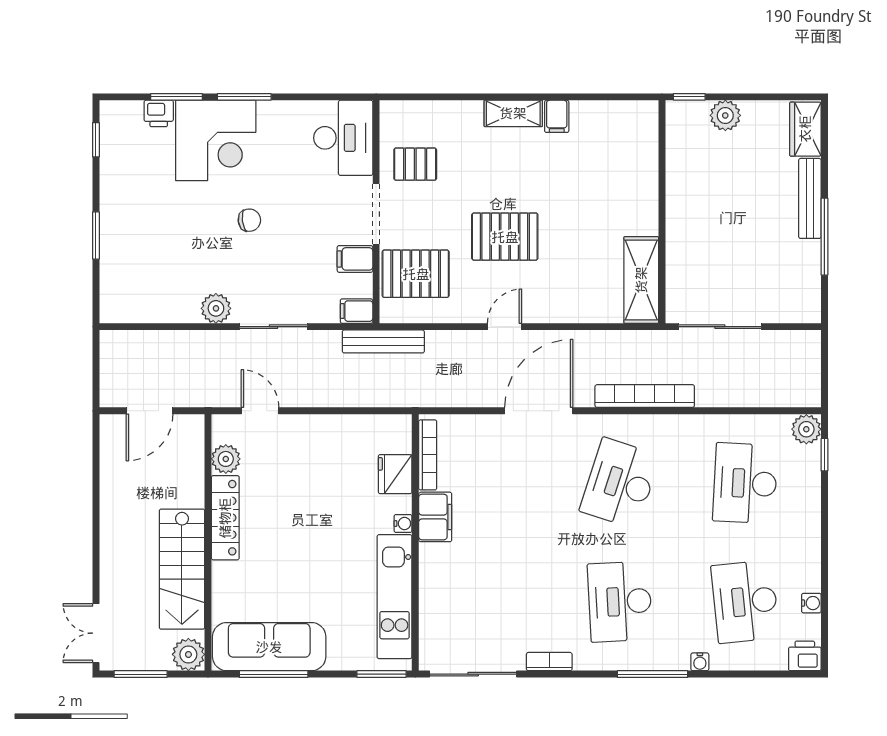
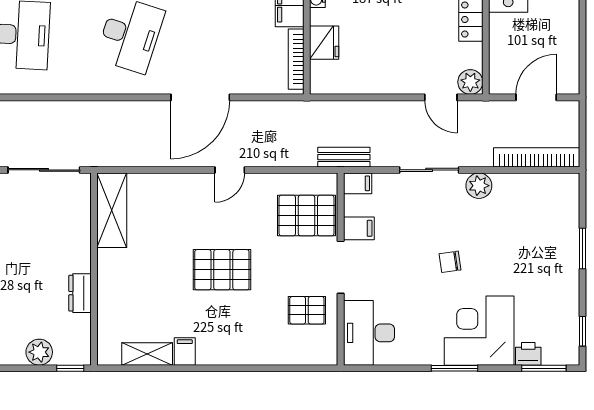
window: (176, 97) -> (544, 368), moved
shelving: (513, 113) -> (147, 354), moved
dresser: (678, 184) -> (80, 293), added
pallet: (505, 237) -> (222, 270), moved
bench: (383, 341) -> (344, 157), width x0.73
bookcase: (645, 396) -> (537, 157), moved, turned 180
plant: (226, 459) -> (470, 82), moved

